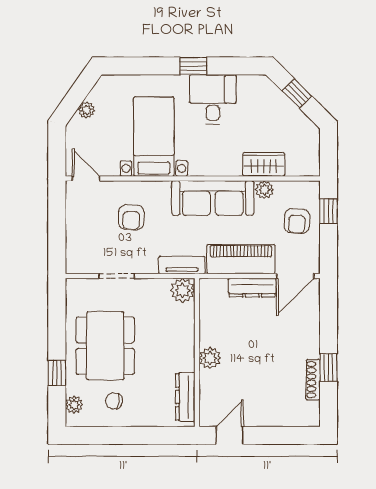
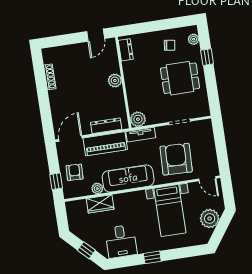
desk: (213, 99) -> (121, 241), moved
plant: (86, 110) -> (210, 218), width x1.88, depth x1.88
armchair: (131, 217) -> (176, 159), width x1.88, depth x1.88
dresser: (252, 288) -> (106, 126), moved
dining table: (105, 346) -> (180, 78), width x0.73
window: (328, 368) -> (41, 86), removed
dresser: (185, 397) -> (126, 50), width x0.70

